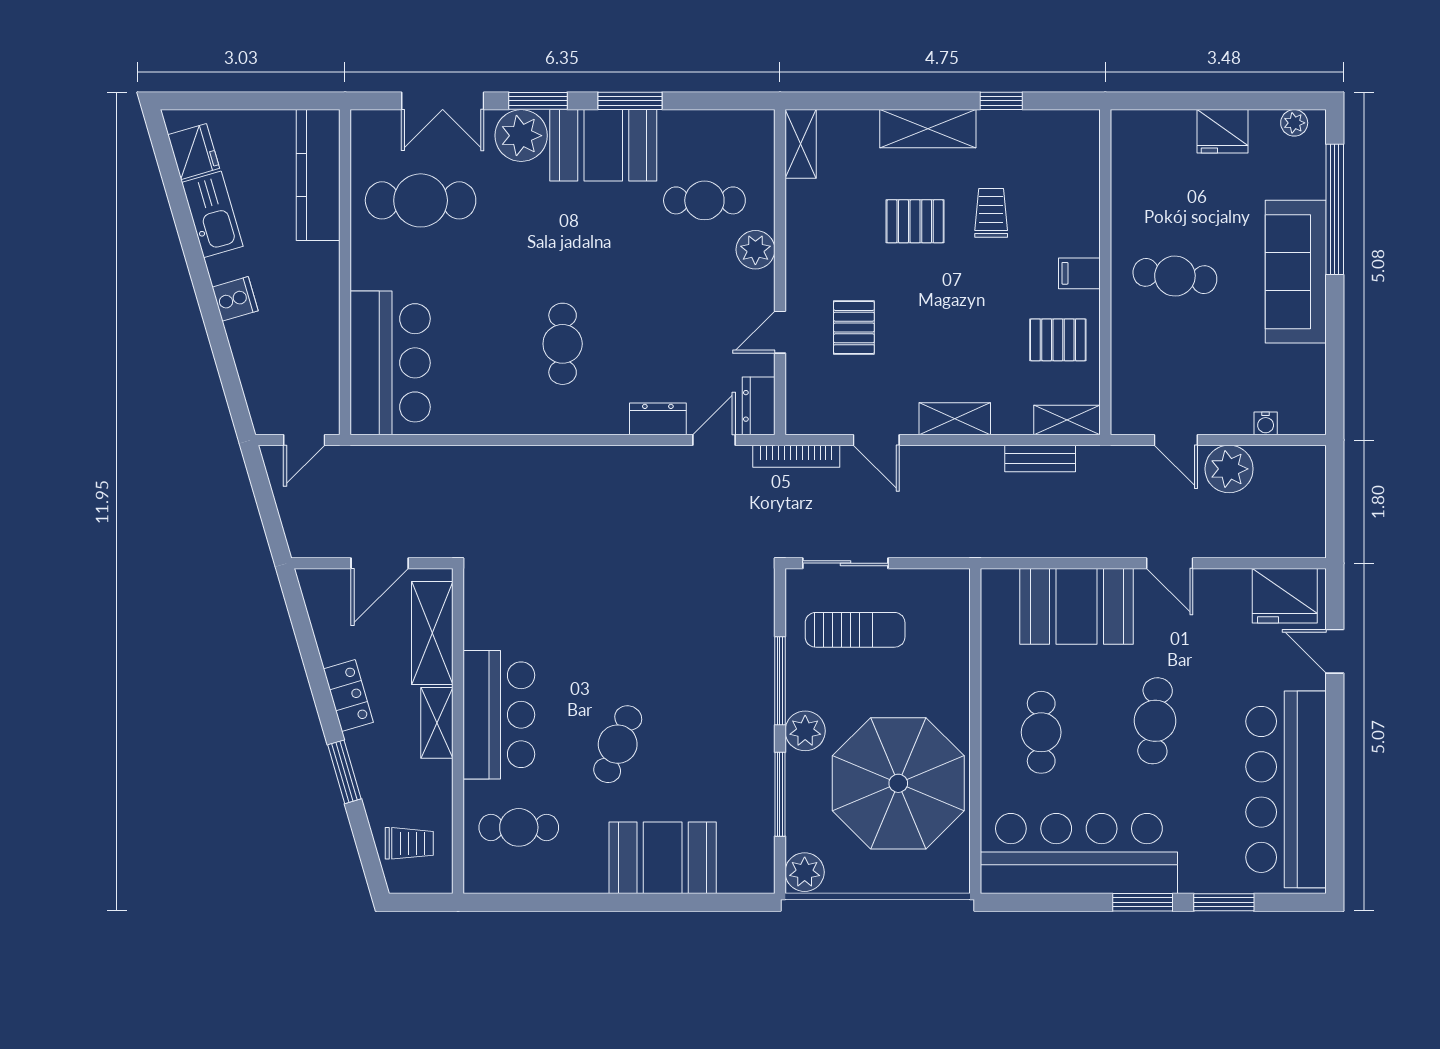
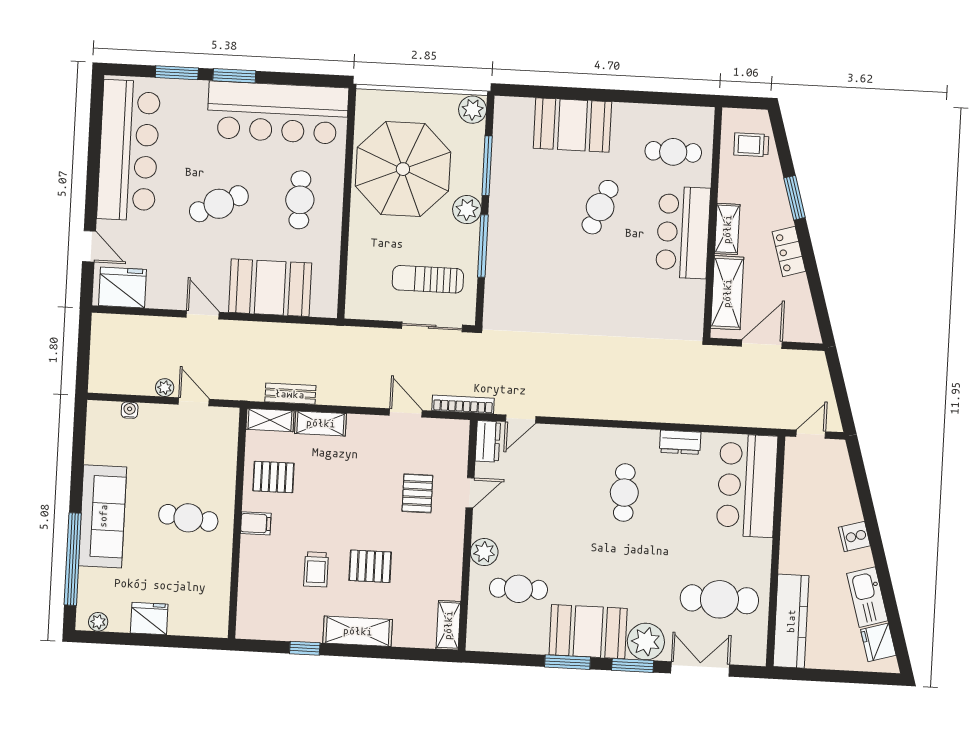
dresser: (658, 419) -> (680, 442), moved
shelving: (955, 419) -> (321, 423), moved
plant: (1229, 469) -> (165, 388), width x0.53, depth x0.53
cafe table: (1155, 721) -> (219, 204), turned 60

